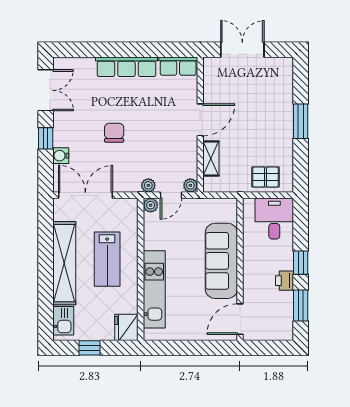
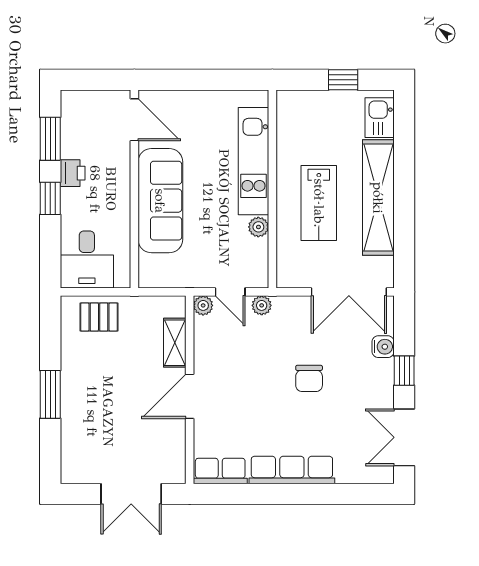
door: (171, 195) -> (230, 292), swing flipped
plant: (151, 205) -> (258, 227), moved
lab bench: (107, 259) -> (319, 203), turned 180
door: (240, 319) -> (134, 120), hinge flipped
fridge: (126, 327) -> (292, 108), removed

